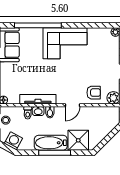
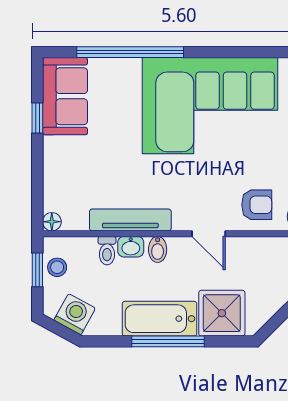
corner sofa: (65, 43) -> (210, 106), width x1.36, depth x1.36
door: (72, 105) -> (209, 234), hinge flipped

